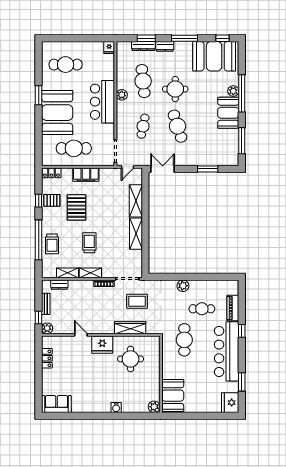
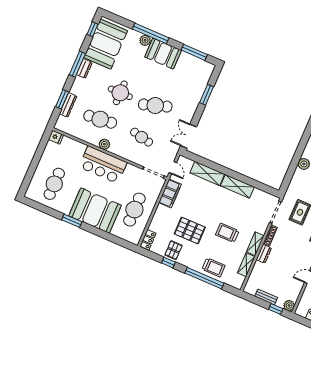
dresser: (165, 46) -> (84, 69), moved
filing cabinet: (86, 175) -> (170, 193), moved
dresser: (59, 285) -> (264, 254), moved

